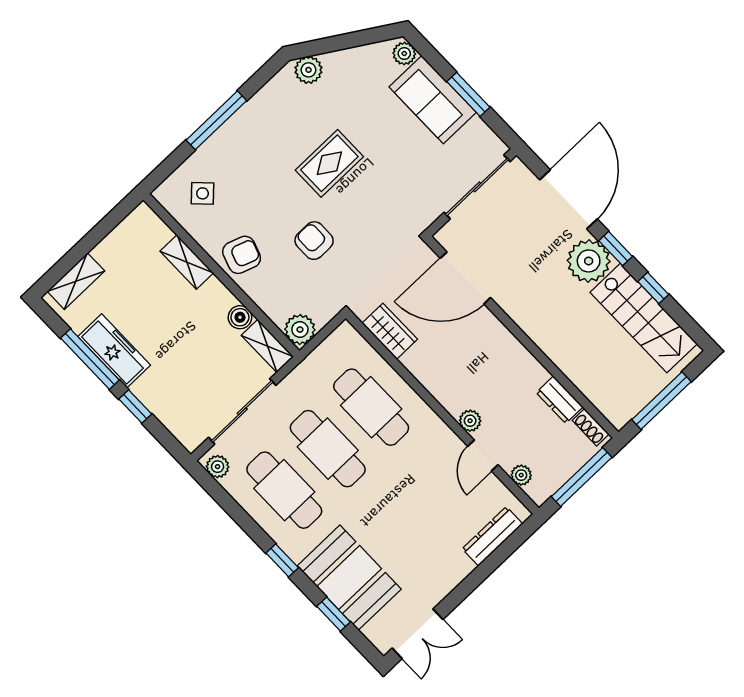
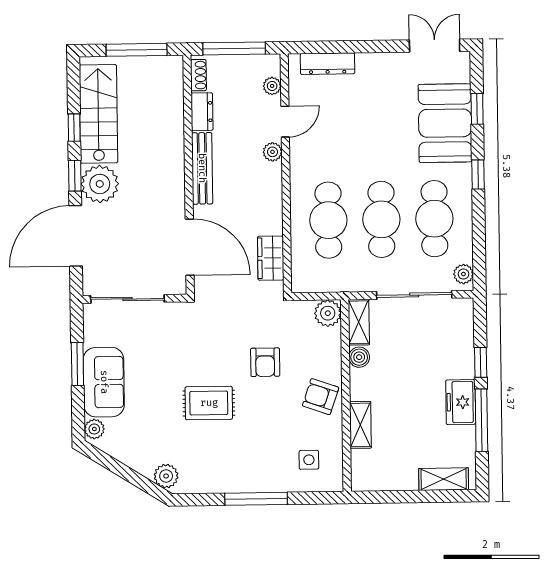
side table: (203, 193) -> (309, 460), turned 45
freezer: (114, 351) -> (461, 402), width x0.71
bench: (516, 353) -> (202, 168), added

